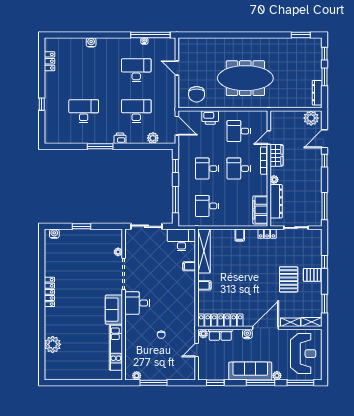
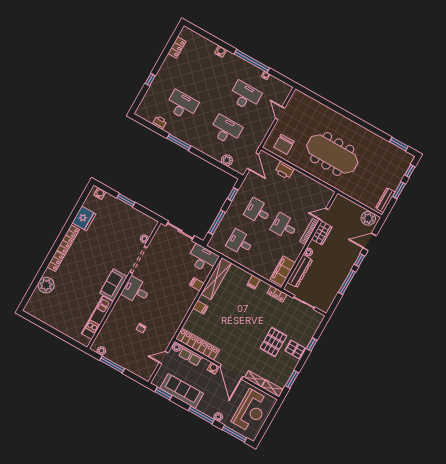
window: (150, 35) -> (252, 61), moved
desk: (239, 131) -> (302, 195), removed
printer: (120, 138) -> (160, 122), moved
window: (325, 206) -> (347, 282), moved
fridge: (53, 264) -> (84, 218), added
locker: (49, 318) -> (56, 261), added
door: (266, 328) -> (231, 372), swing flipped
sofa: (250, 371) -> (182, 391), moved

